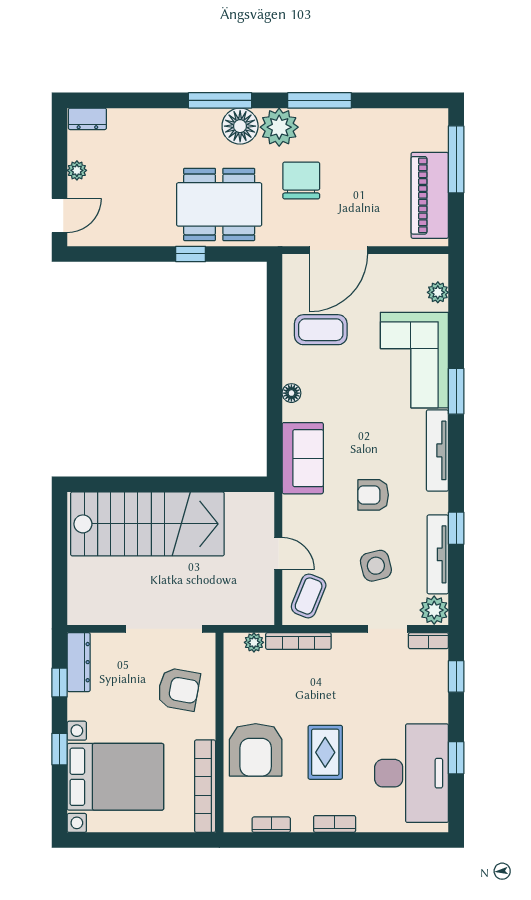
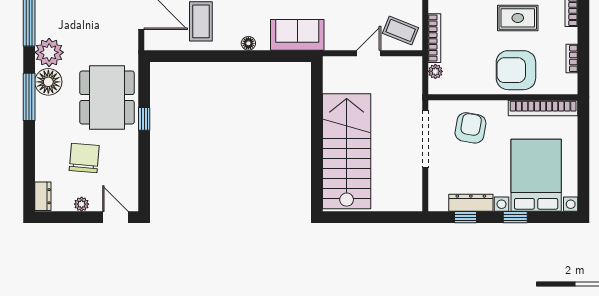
chair: (301, 180) -> (84, 158), moved, turned 95
dresser: (79, 662) -> (471, 203), moved
armchair: (256, 750) -> (516, 70), turned 180

